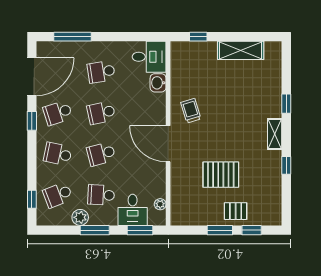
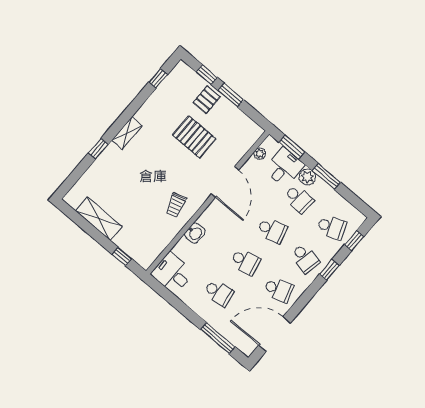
washbasin: (158, 83) -> (195, 233), moved
window: (32, 121) -> (329, 270), moved
door: (168, 144) -> (225, 182), moved
window: (286, 165) -> (158, 78), moved
pallet: (236, 211) -> (207, 100), turned 90
plant: (80, 217) -> (307, 177), moved

